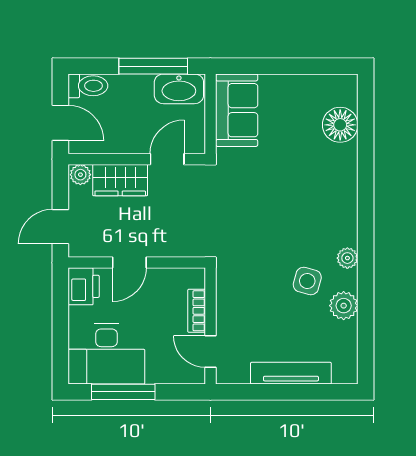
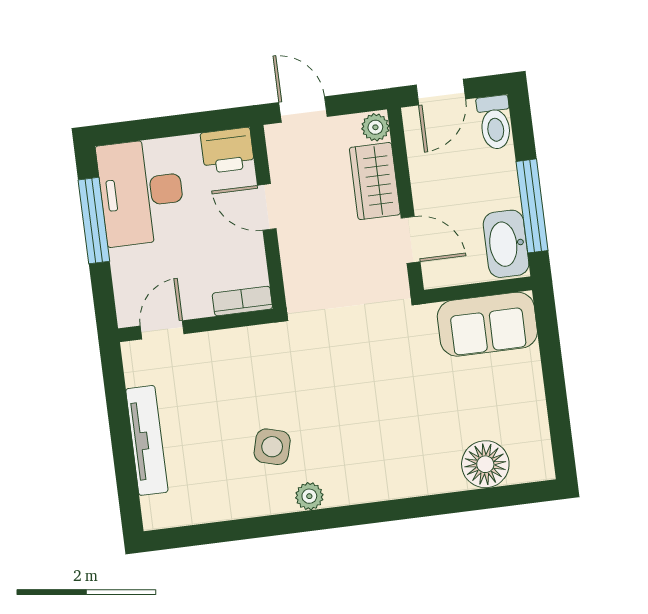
plant: (344, 306) -> (246, 499), removed
bookcase: (197, 311) -> (242, 301), moved

